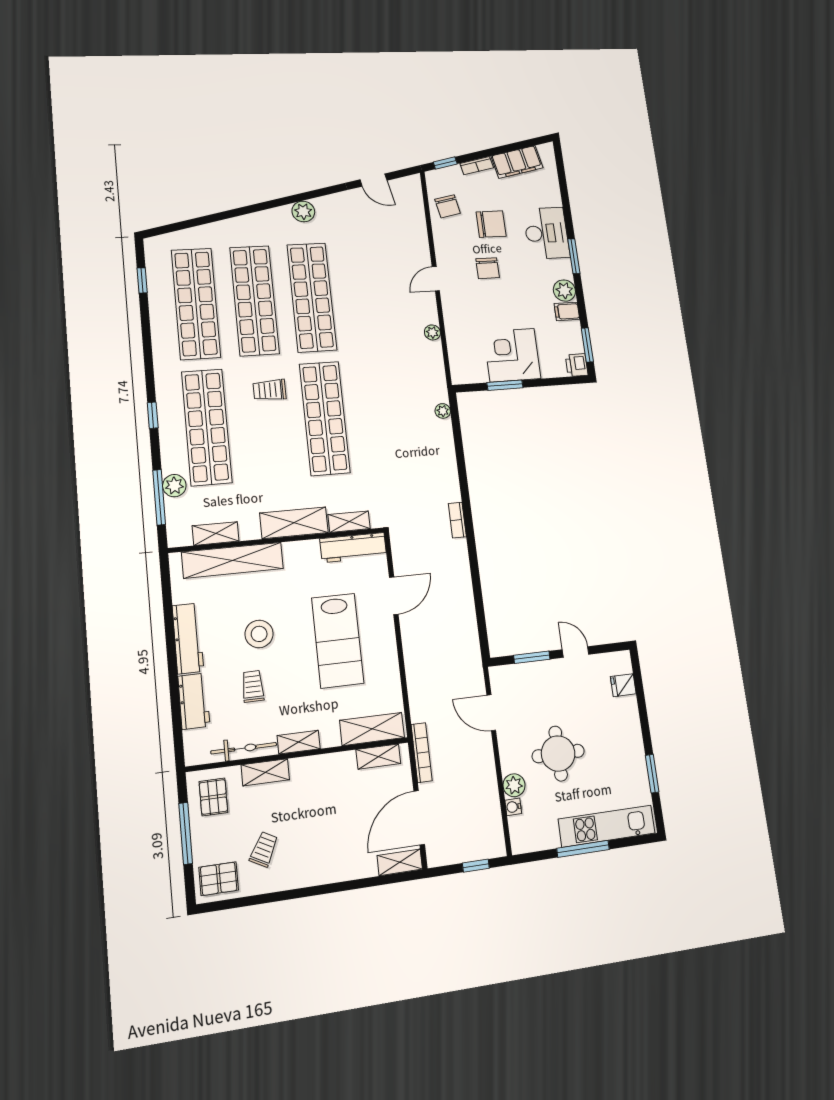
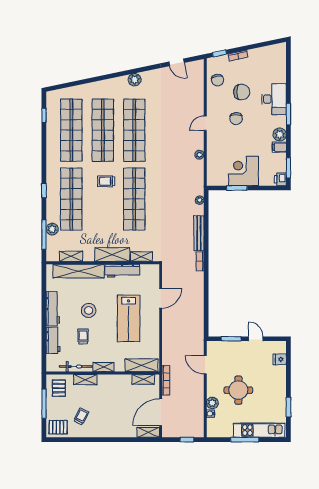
filing cabinet: (517, 162) -> (263, 54), removed
bench: (449, 470) -> (199, 233), added
workbench: (353, 548) -> (122, 271), moved

